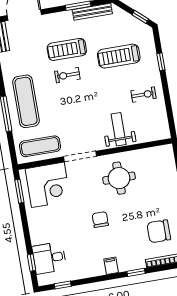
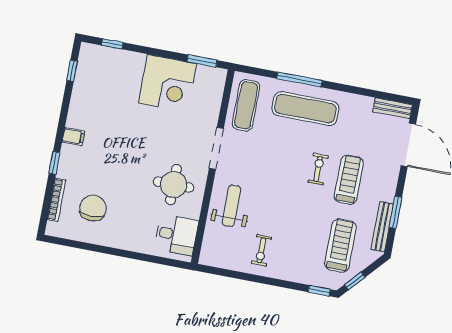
treadmill: (119, 56) -> (341, 246), moved
window: (161, 62) -> (319, 291), moved
weight bench: (119, 129) -> (231, 206), turned -90
corner desk: (48, 185) -> (168, 83), moved, turned -90
chair: (100, 220) -> (133, 144), removed
desk: (49, 258) -> (176, 235), moved, turned 90

